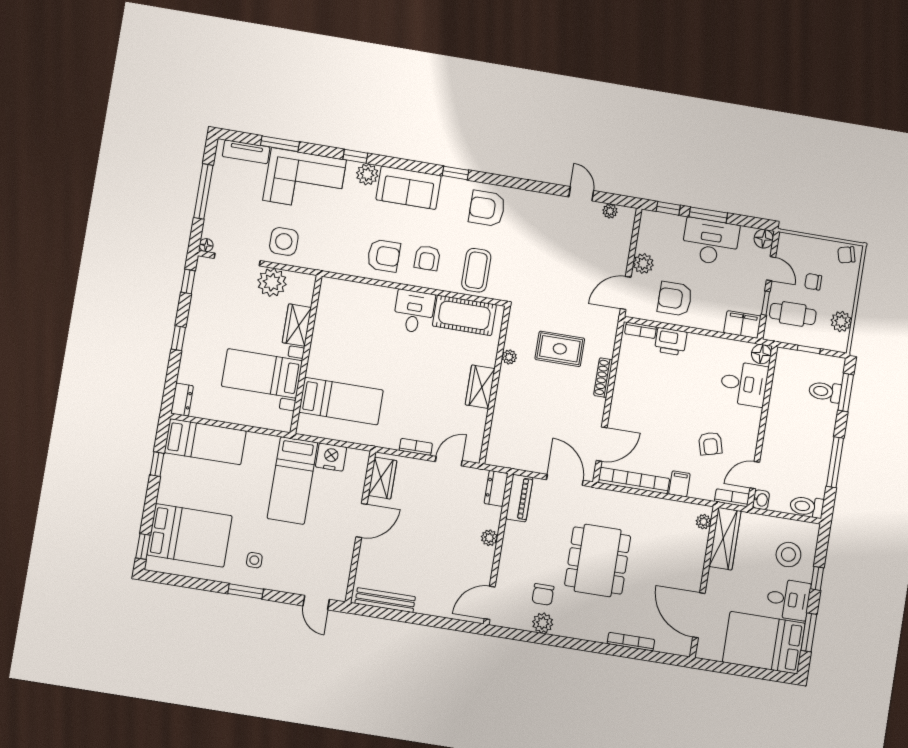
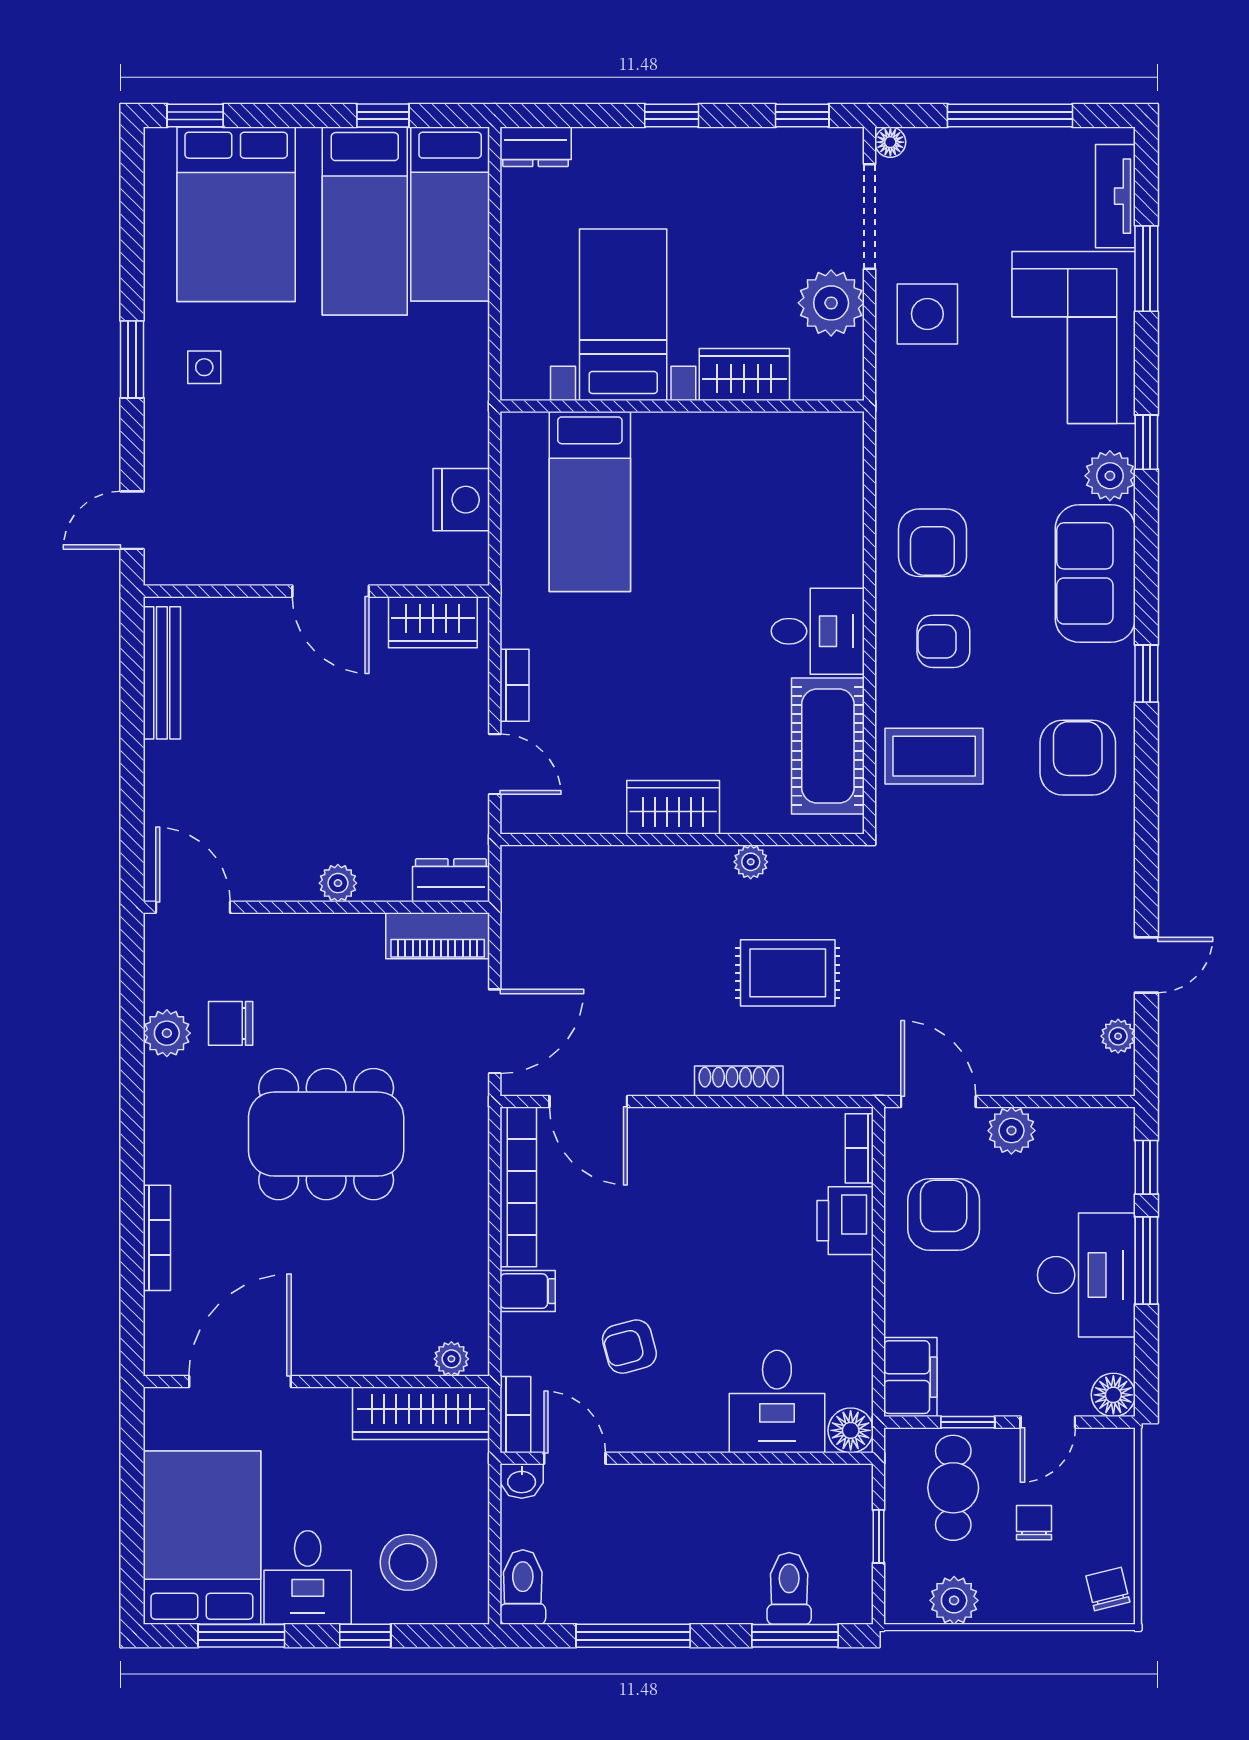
rug: (560, 349) -> (788, 973), turned 90
bed: (292, 480) -> (365, 221), moved, turned -90

